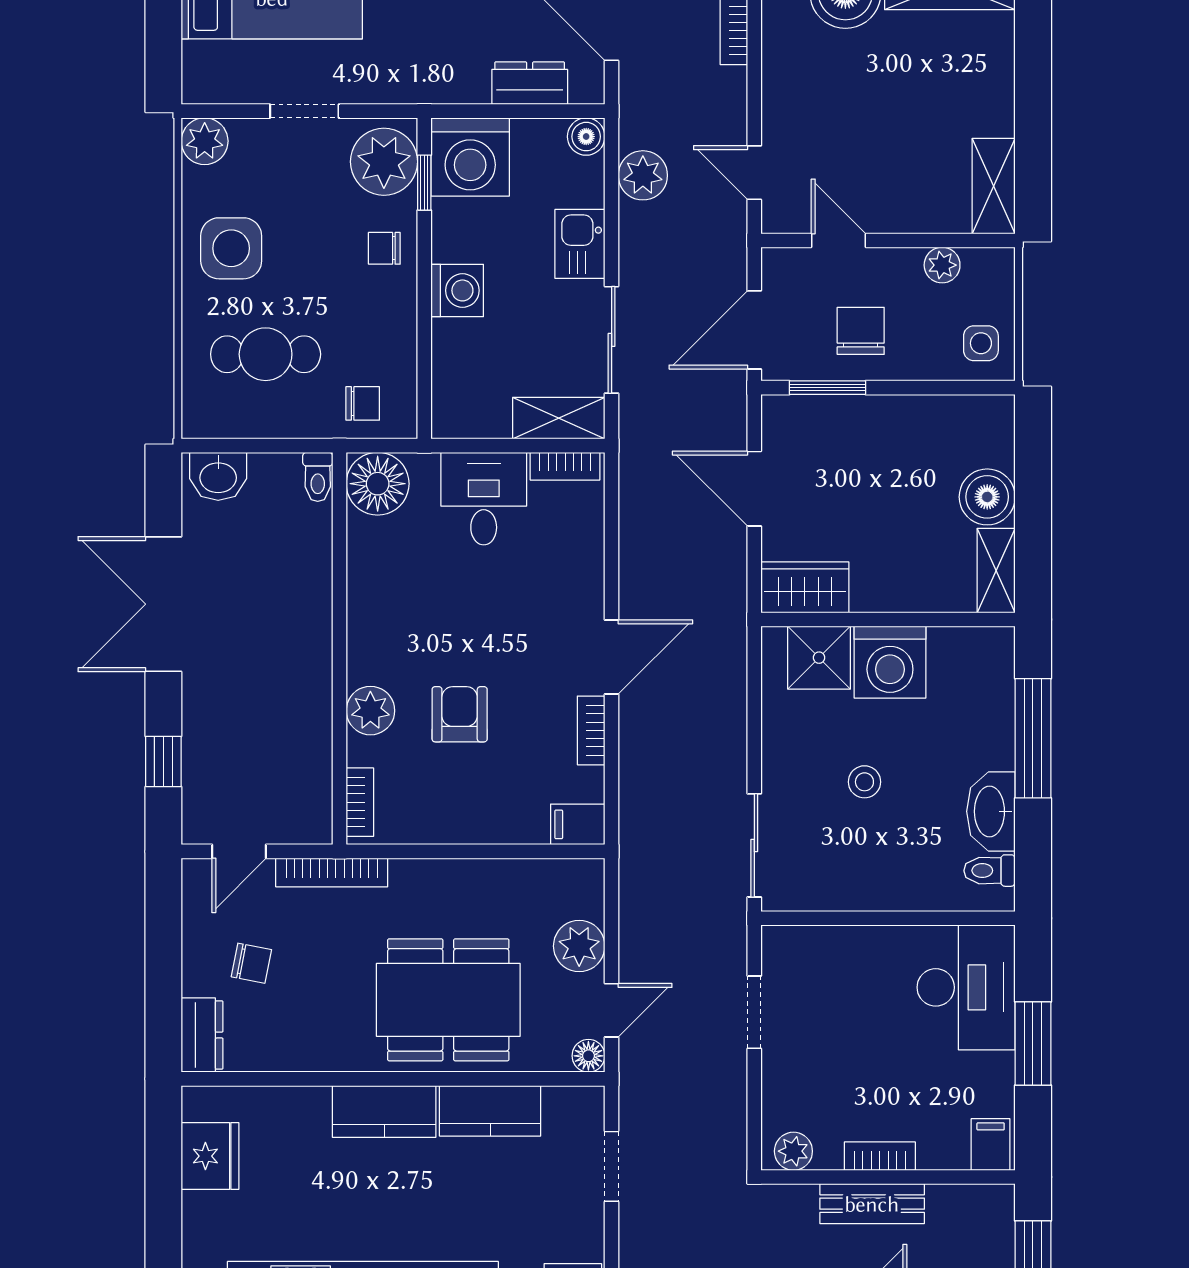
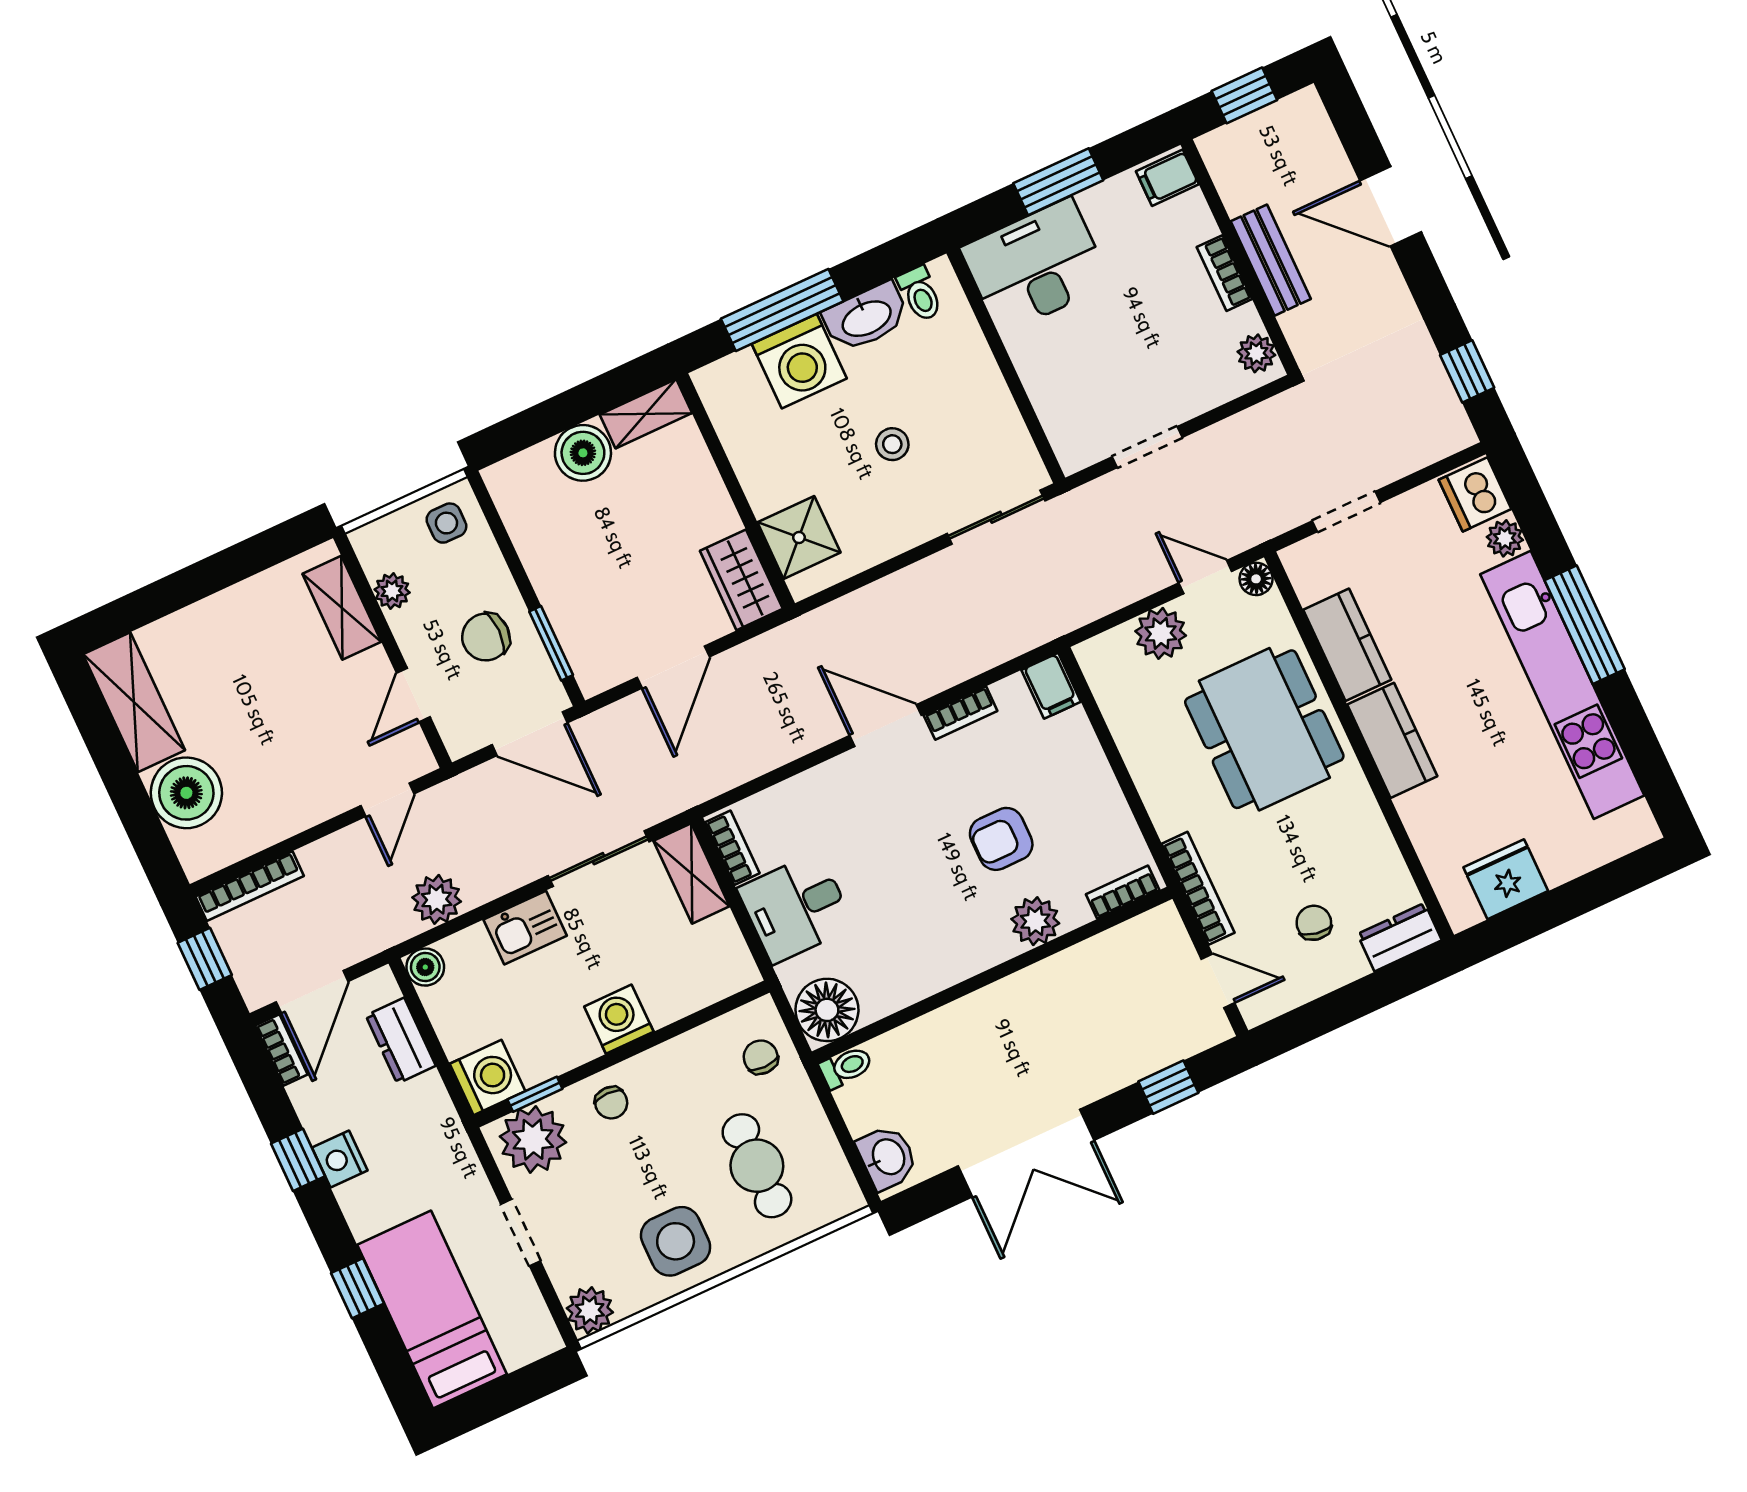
washing machine: (470, 157) -> (487, 1077), width x0.73, depth x0.73
shelving: (994, 186) -> (342, 608), moved, turned 90
washing machine: (890, 662) -> (799, 361), moved, turned 90

